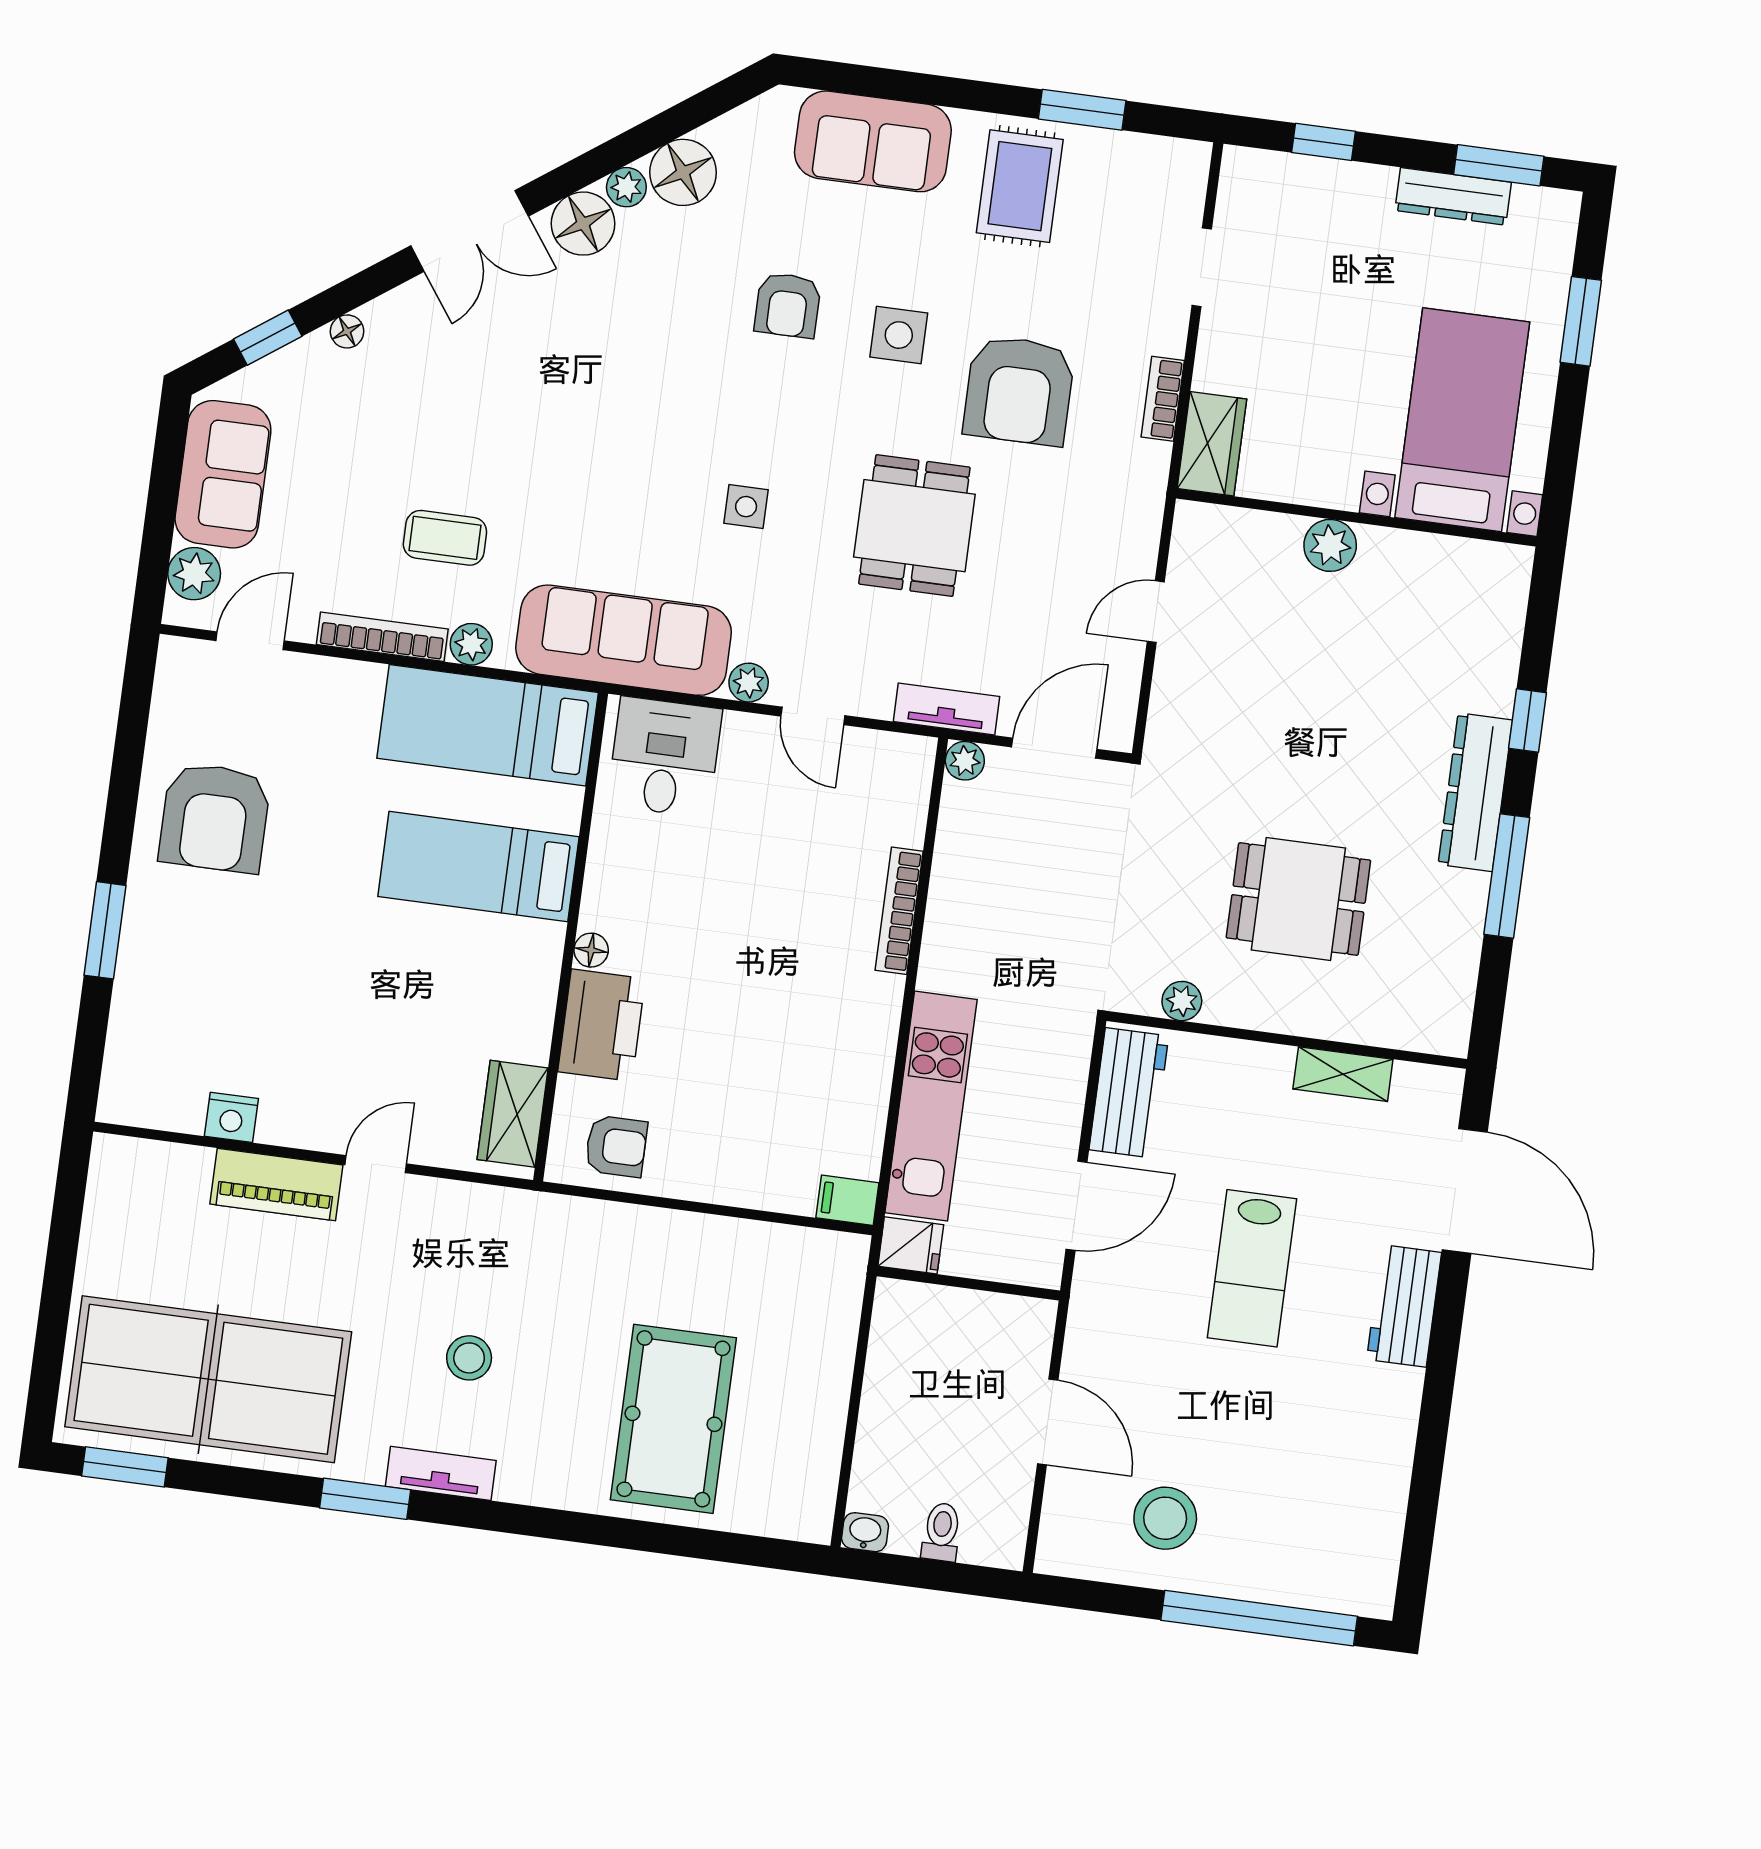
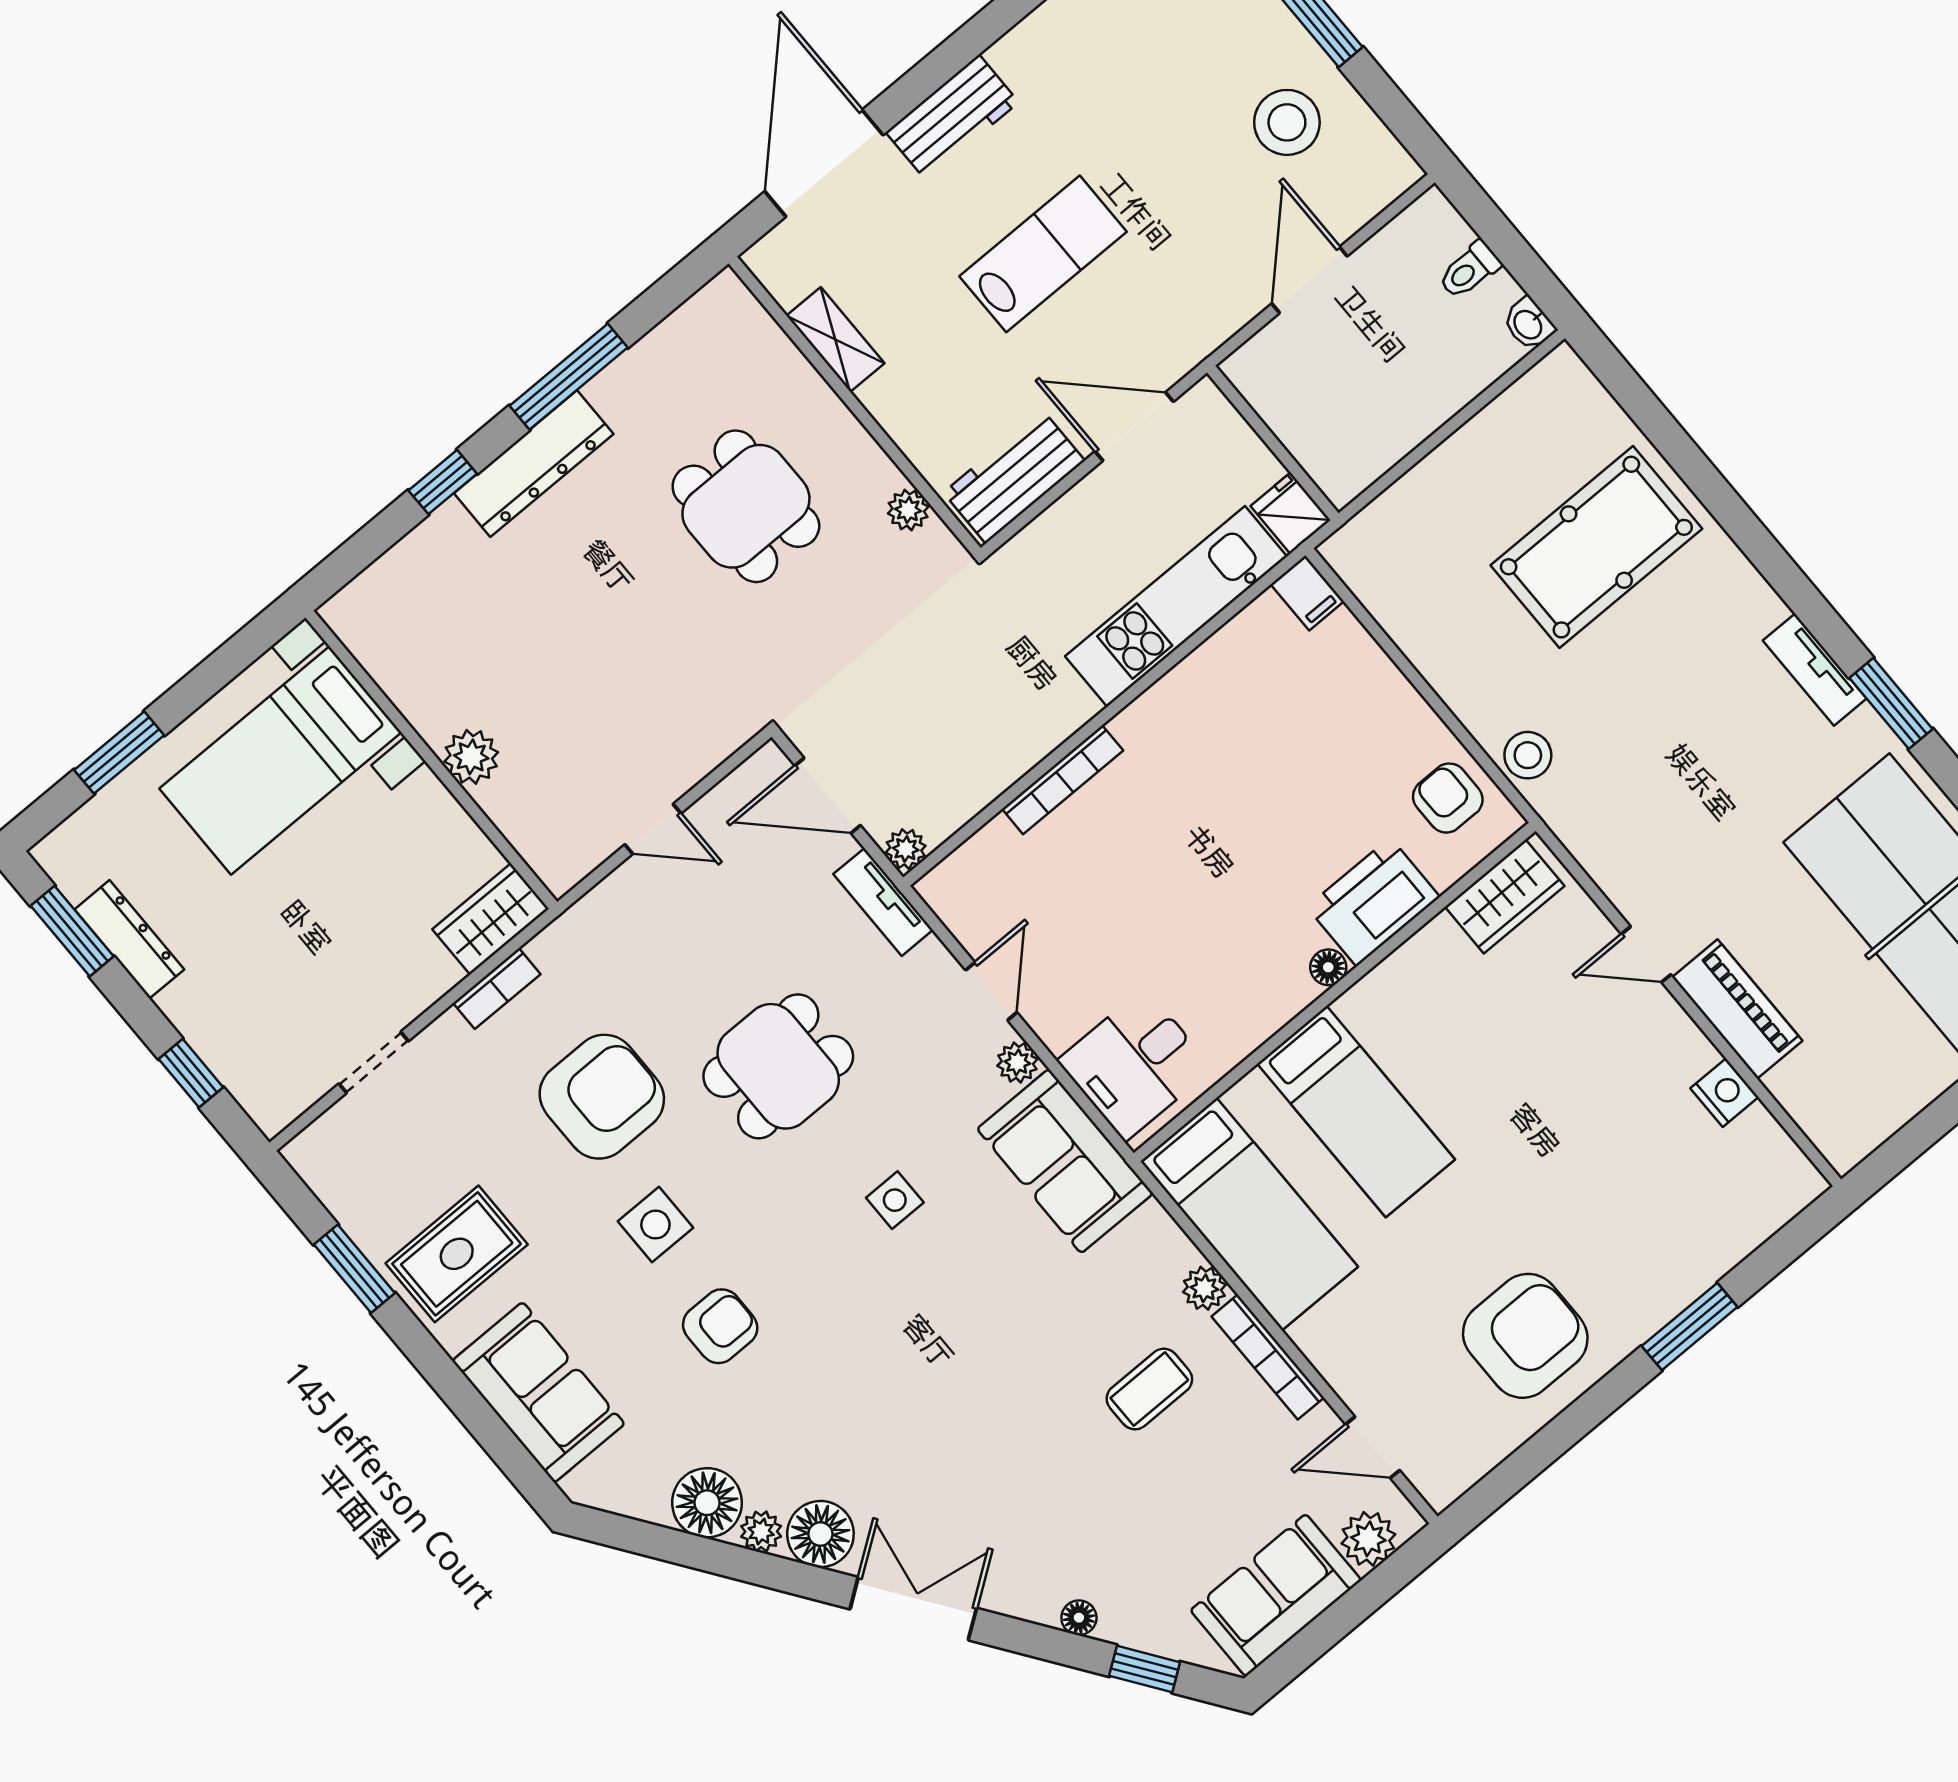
coffee table: (445, 538) -> (1149, 1389), turned 90
sofa: (624, 640) -> (1065, 1161), width x0.73
stool: (469, 1358) -> (1528, 755), moved

